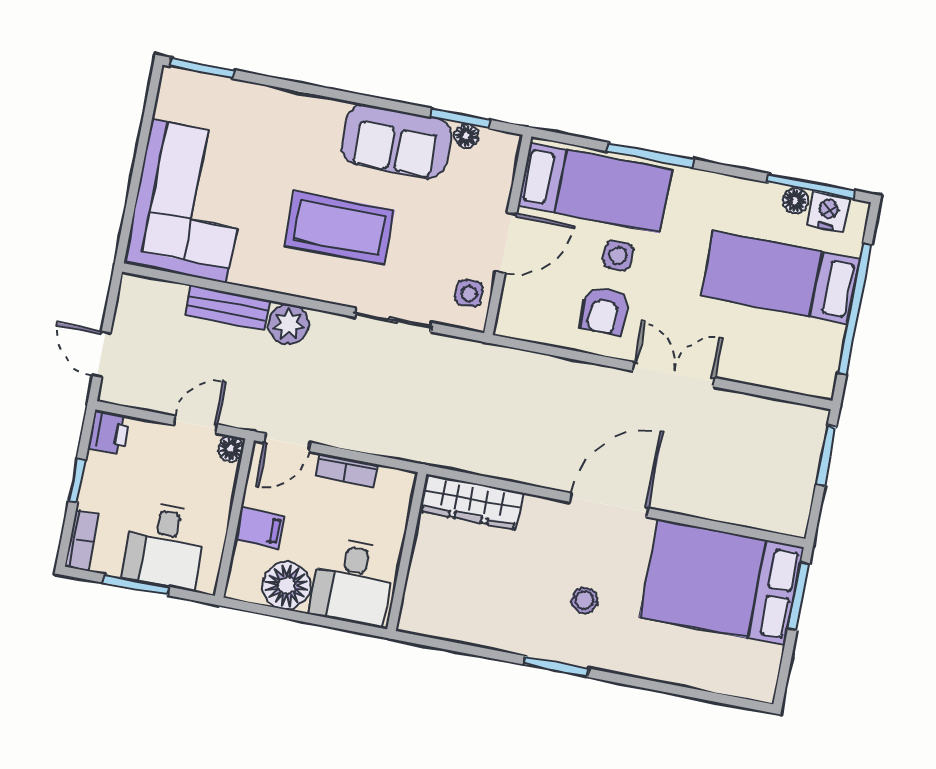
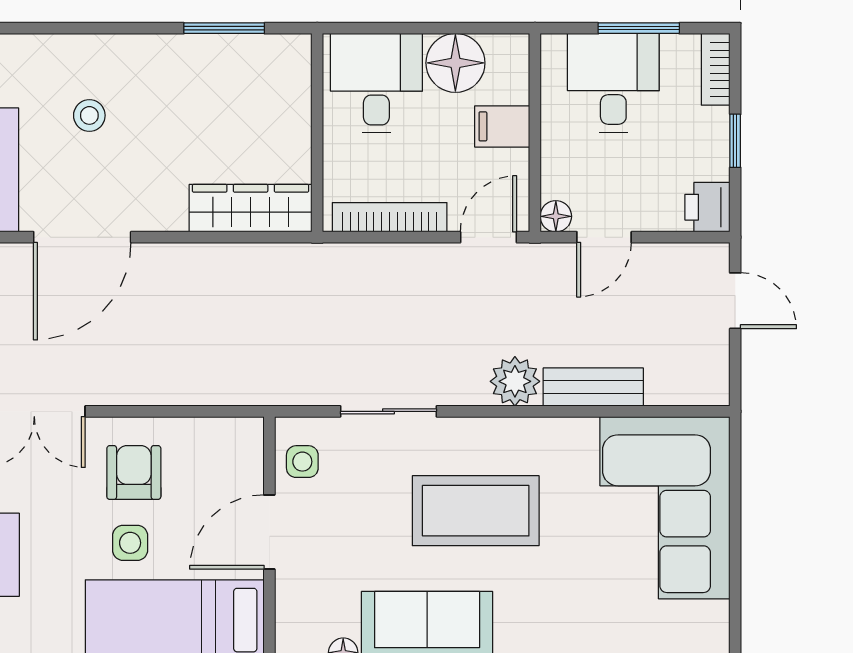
bookcase: (346, 470) -> (390, 217), width x1.56
window: (556, 666) -> (224, 28), moved

